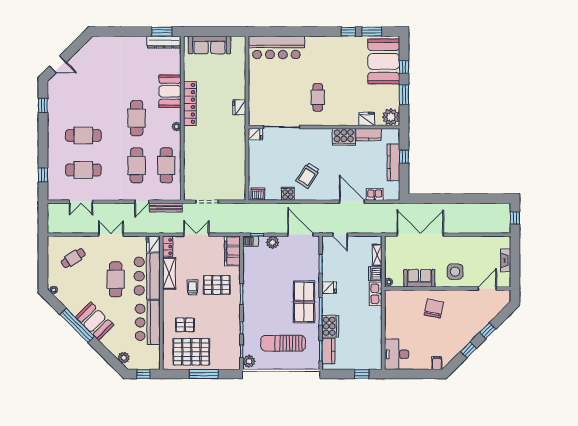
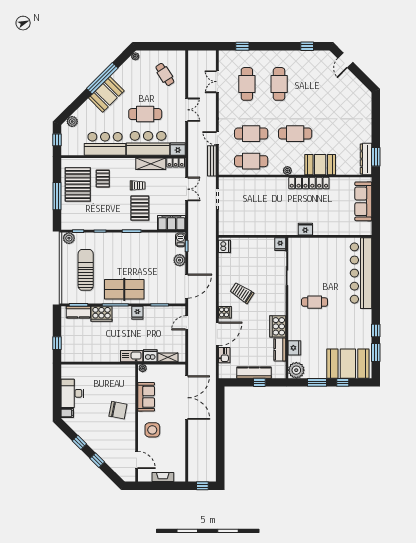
bar counter: (276, 47) -> (361, 273), width x1.36
cooker: (288, 194) -> (225, 312), moved
desk: (397, 354) -> (72, 393), moved, turned -90

